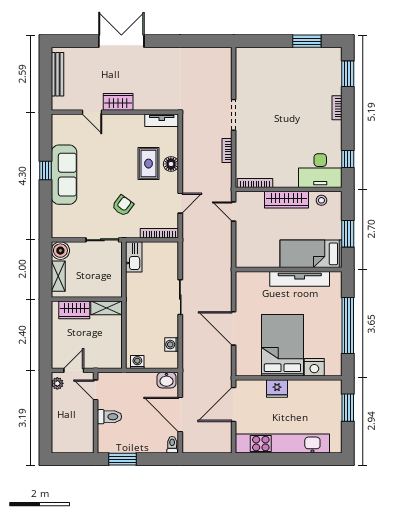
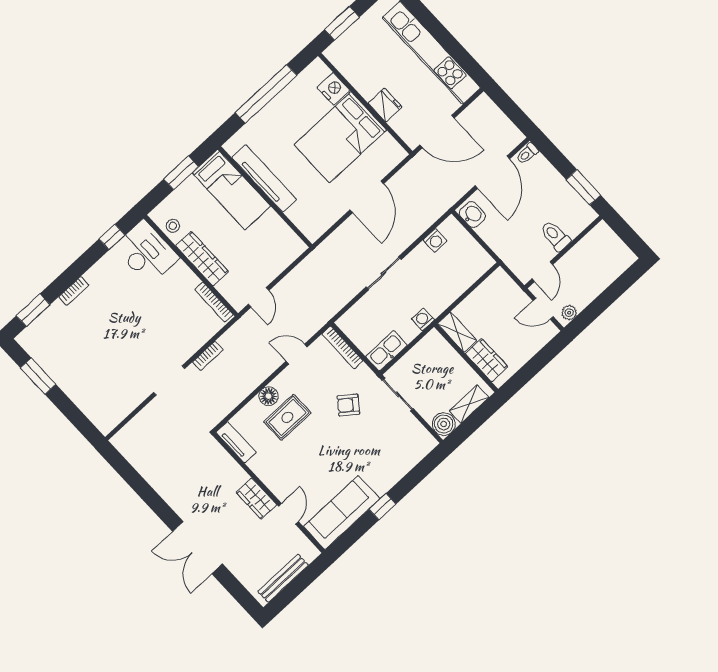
sofa: (64, 175) -> (342, 513), moved
washing machine: (137, 362) -> (423, 319), moved, turned 90

